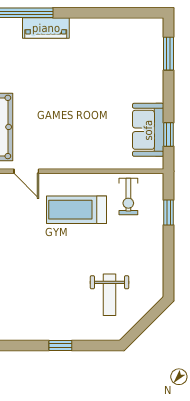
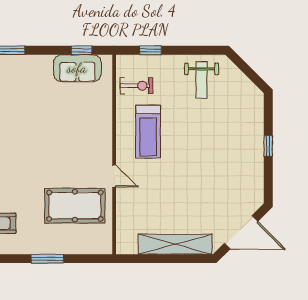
door: (26, 171) -> (114, 176), hinge flipped
weight bench: (109, 295) -> (202, 80), moved, turned 90

